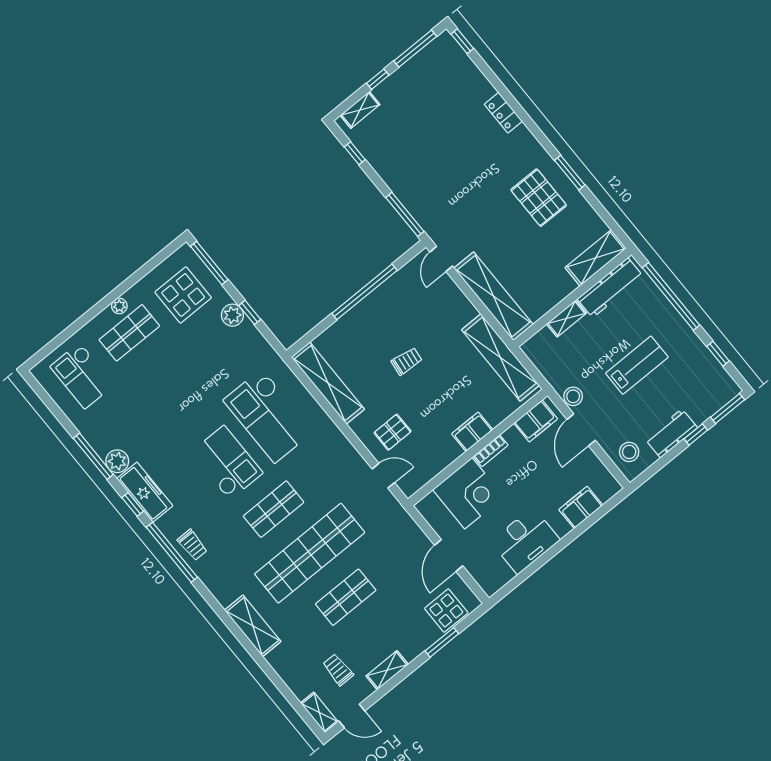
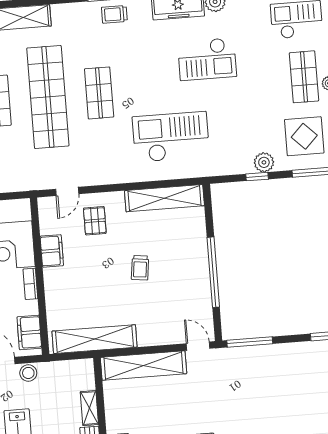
filing cabinet: (472, 432) -> (52, 251), moved
checkout: (227, 463) -> (207, 59), moved

